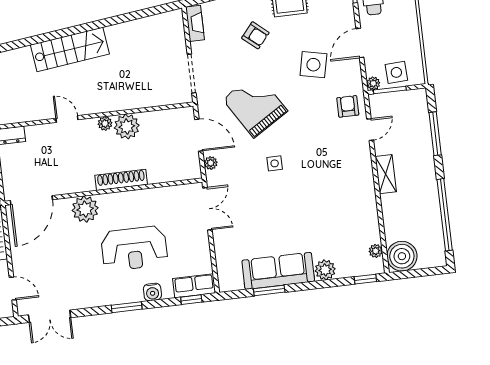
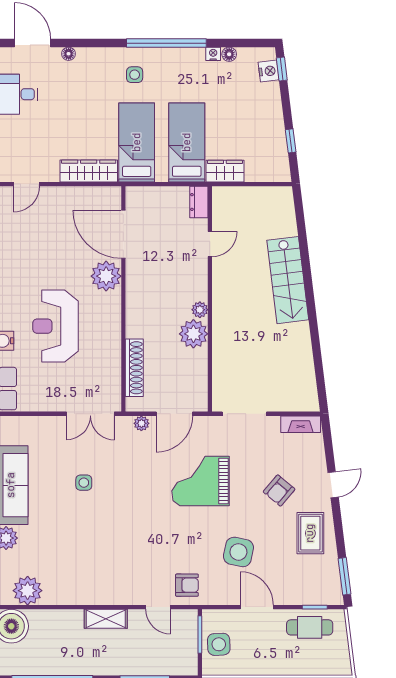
plant: (373, 83) -> (209, 617), removed
grand piano: (255, 105) -> (201, 481), turned -148
door: (67, 119) -> (210, 244), moved
side table: (275, 163) -> (84, 483), moved
shoe rack: (121, 180) -> (134, 368), moved
door: (31, 200) -> (123, 234), moved
plant: (376, 251) -> (28, 591), width x1.87, depth x1.87

